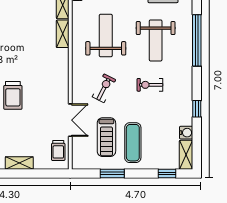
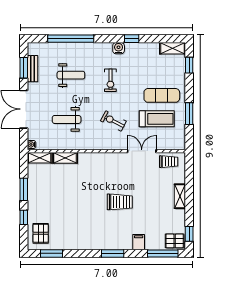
weight bench: (106, 36) -> (67, 119), width x0.73, depth x0.75
weight bench: (156, 40) -> (71, 75), width x0.73, depth x0.75
water cooler: (186, 133) -> (119, 48), moved

